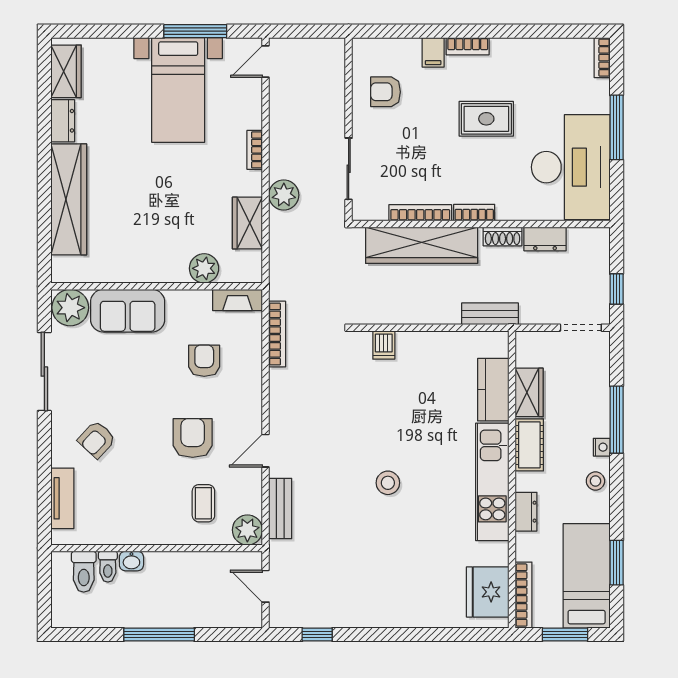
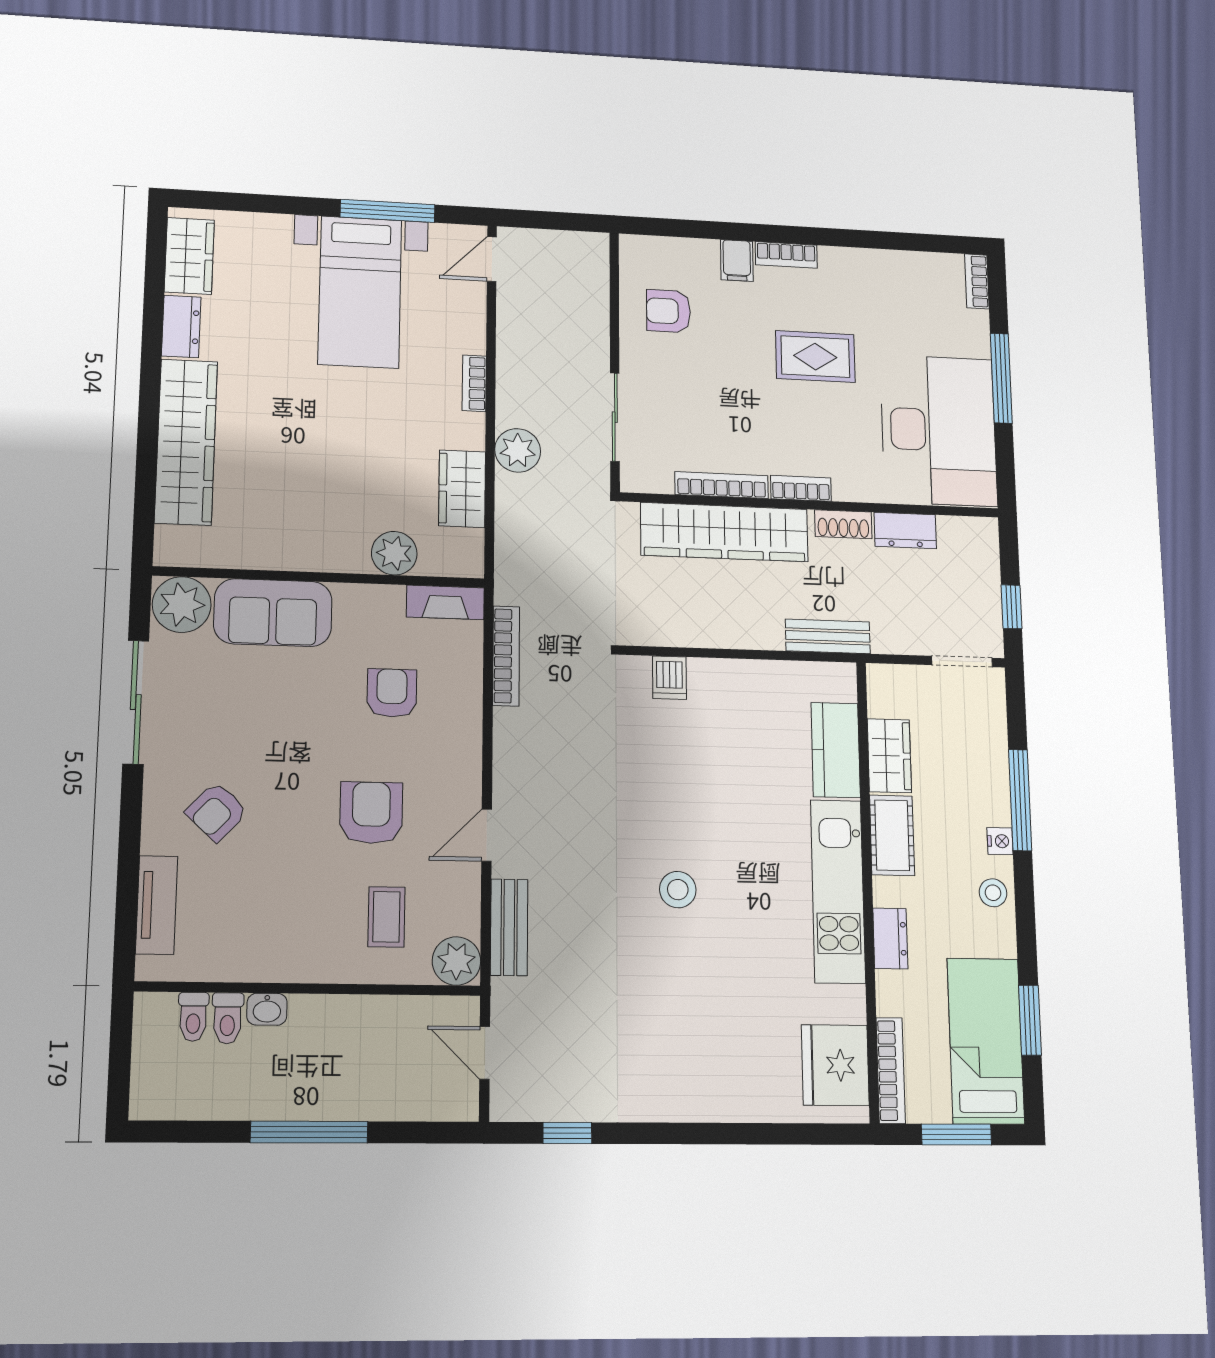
toilet: (84, 572) -> (193, 1017), width x0.73, depth x0.72

